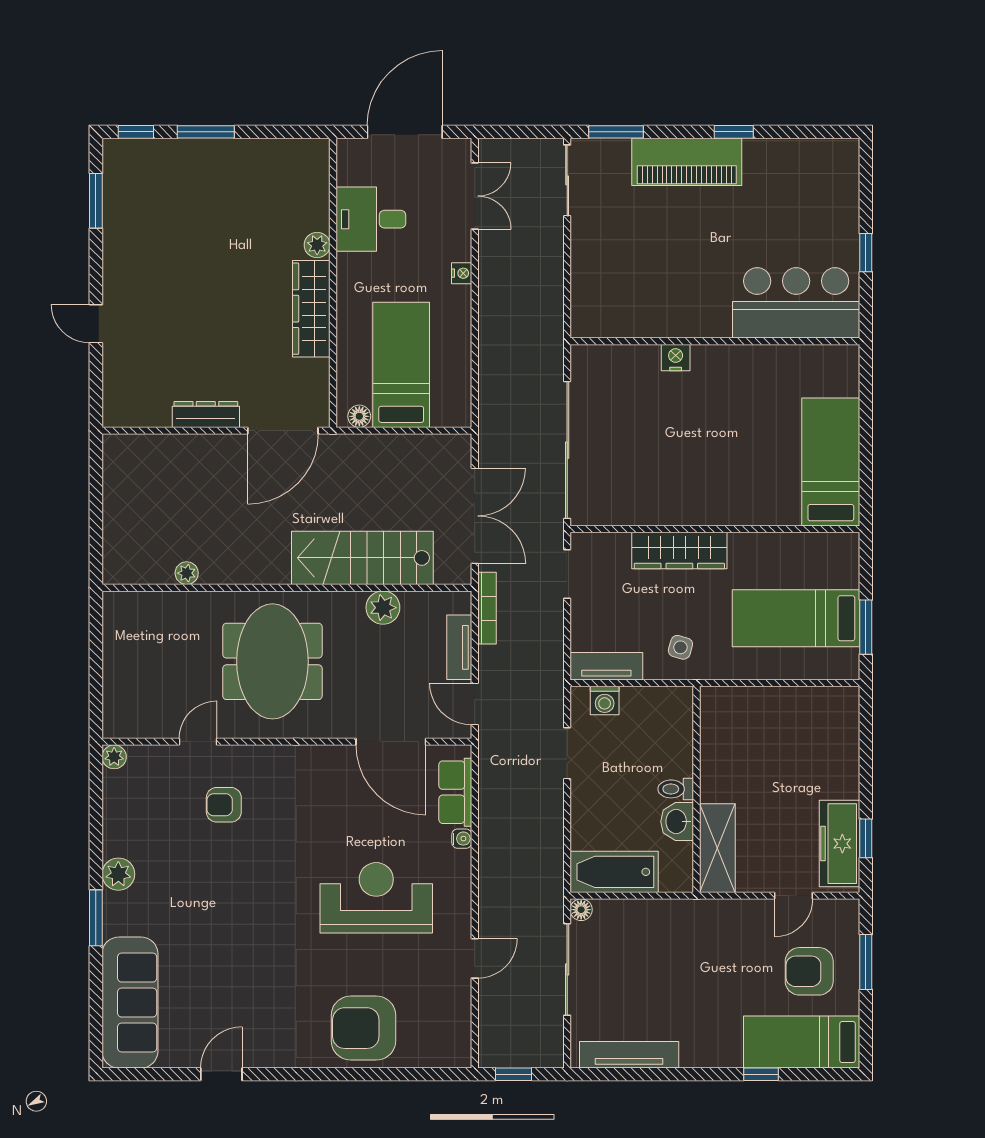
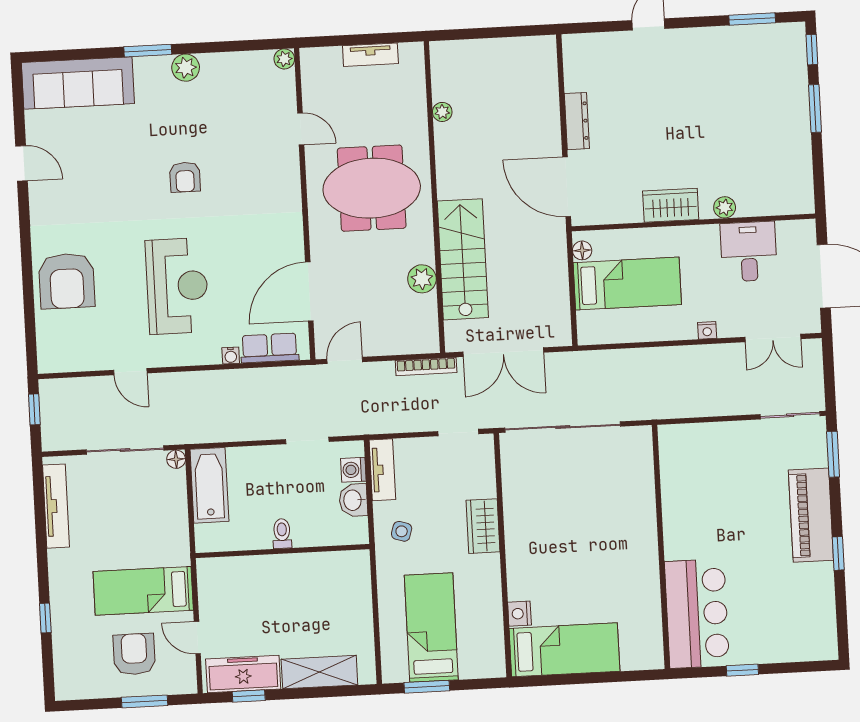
wardrobe: (311, 309) -> (671, 205), width x0.67
nightstand: (676, 358) -> (519, 614), moved, turned 180
wardrobe: (679, 551) -> (483, 526), width x0.67
tv unit: (459, 647) -> (370, 55), moved, turned 180
armchair: (224, 805) -> (185, 177), moved, turned 180
washbasin: (677, 822) -> (353, 500), moved, turned -90
shelving: (717, 848) -> (319, 672), moved
armchair: (363, 1028) -> (67, 281), turned 180
bed: (802, 1042) -> (143, 591), moved, turned -90

